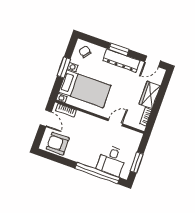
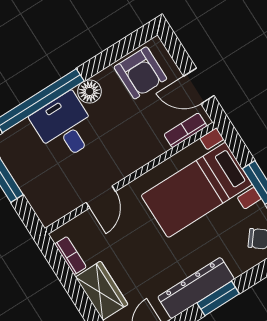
armchair: (58, 144) -> (140, 73), turned 90
floor lamp: (79, 157) -> (89, 91), added
desk: (112, 160) -> (65, 127), moved

